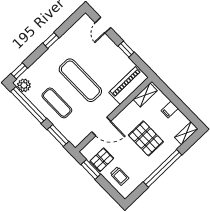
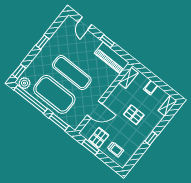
piano: (129, 85) -> (112, 58), moved, turned -90
exercise mat: (57, 103) -> (54, 94), width x2.00, depth x1.45
pallet: (146, 138) -> (134, 115), width x0.67, depth x0.71
window: (163, 168) -> (151, 138), width x0.32

